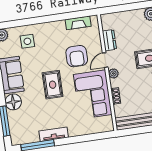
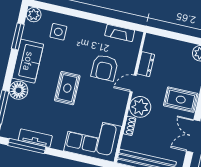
plant: (113, 73) -> (140, 107), width x1.88, depth x1.88
corner sofa: (93, 94) -> (93, 139), moved, turned 90
tv unit: (54, 134) -> (35, 138), moved

